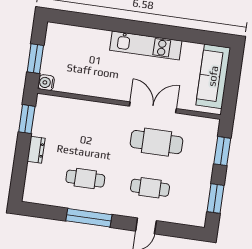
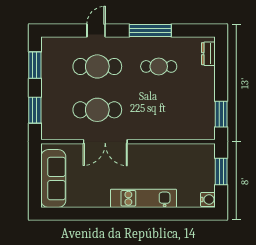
kitchen unit: (146, 45) -> (144, 198), moved
water cooler: (46, 83) -> (208, 199), moved
dresser: (36, 150) -> (208, 54), moved
cafe table: (150, 188) -> (97, 66), width x1.37, depth x1.35

